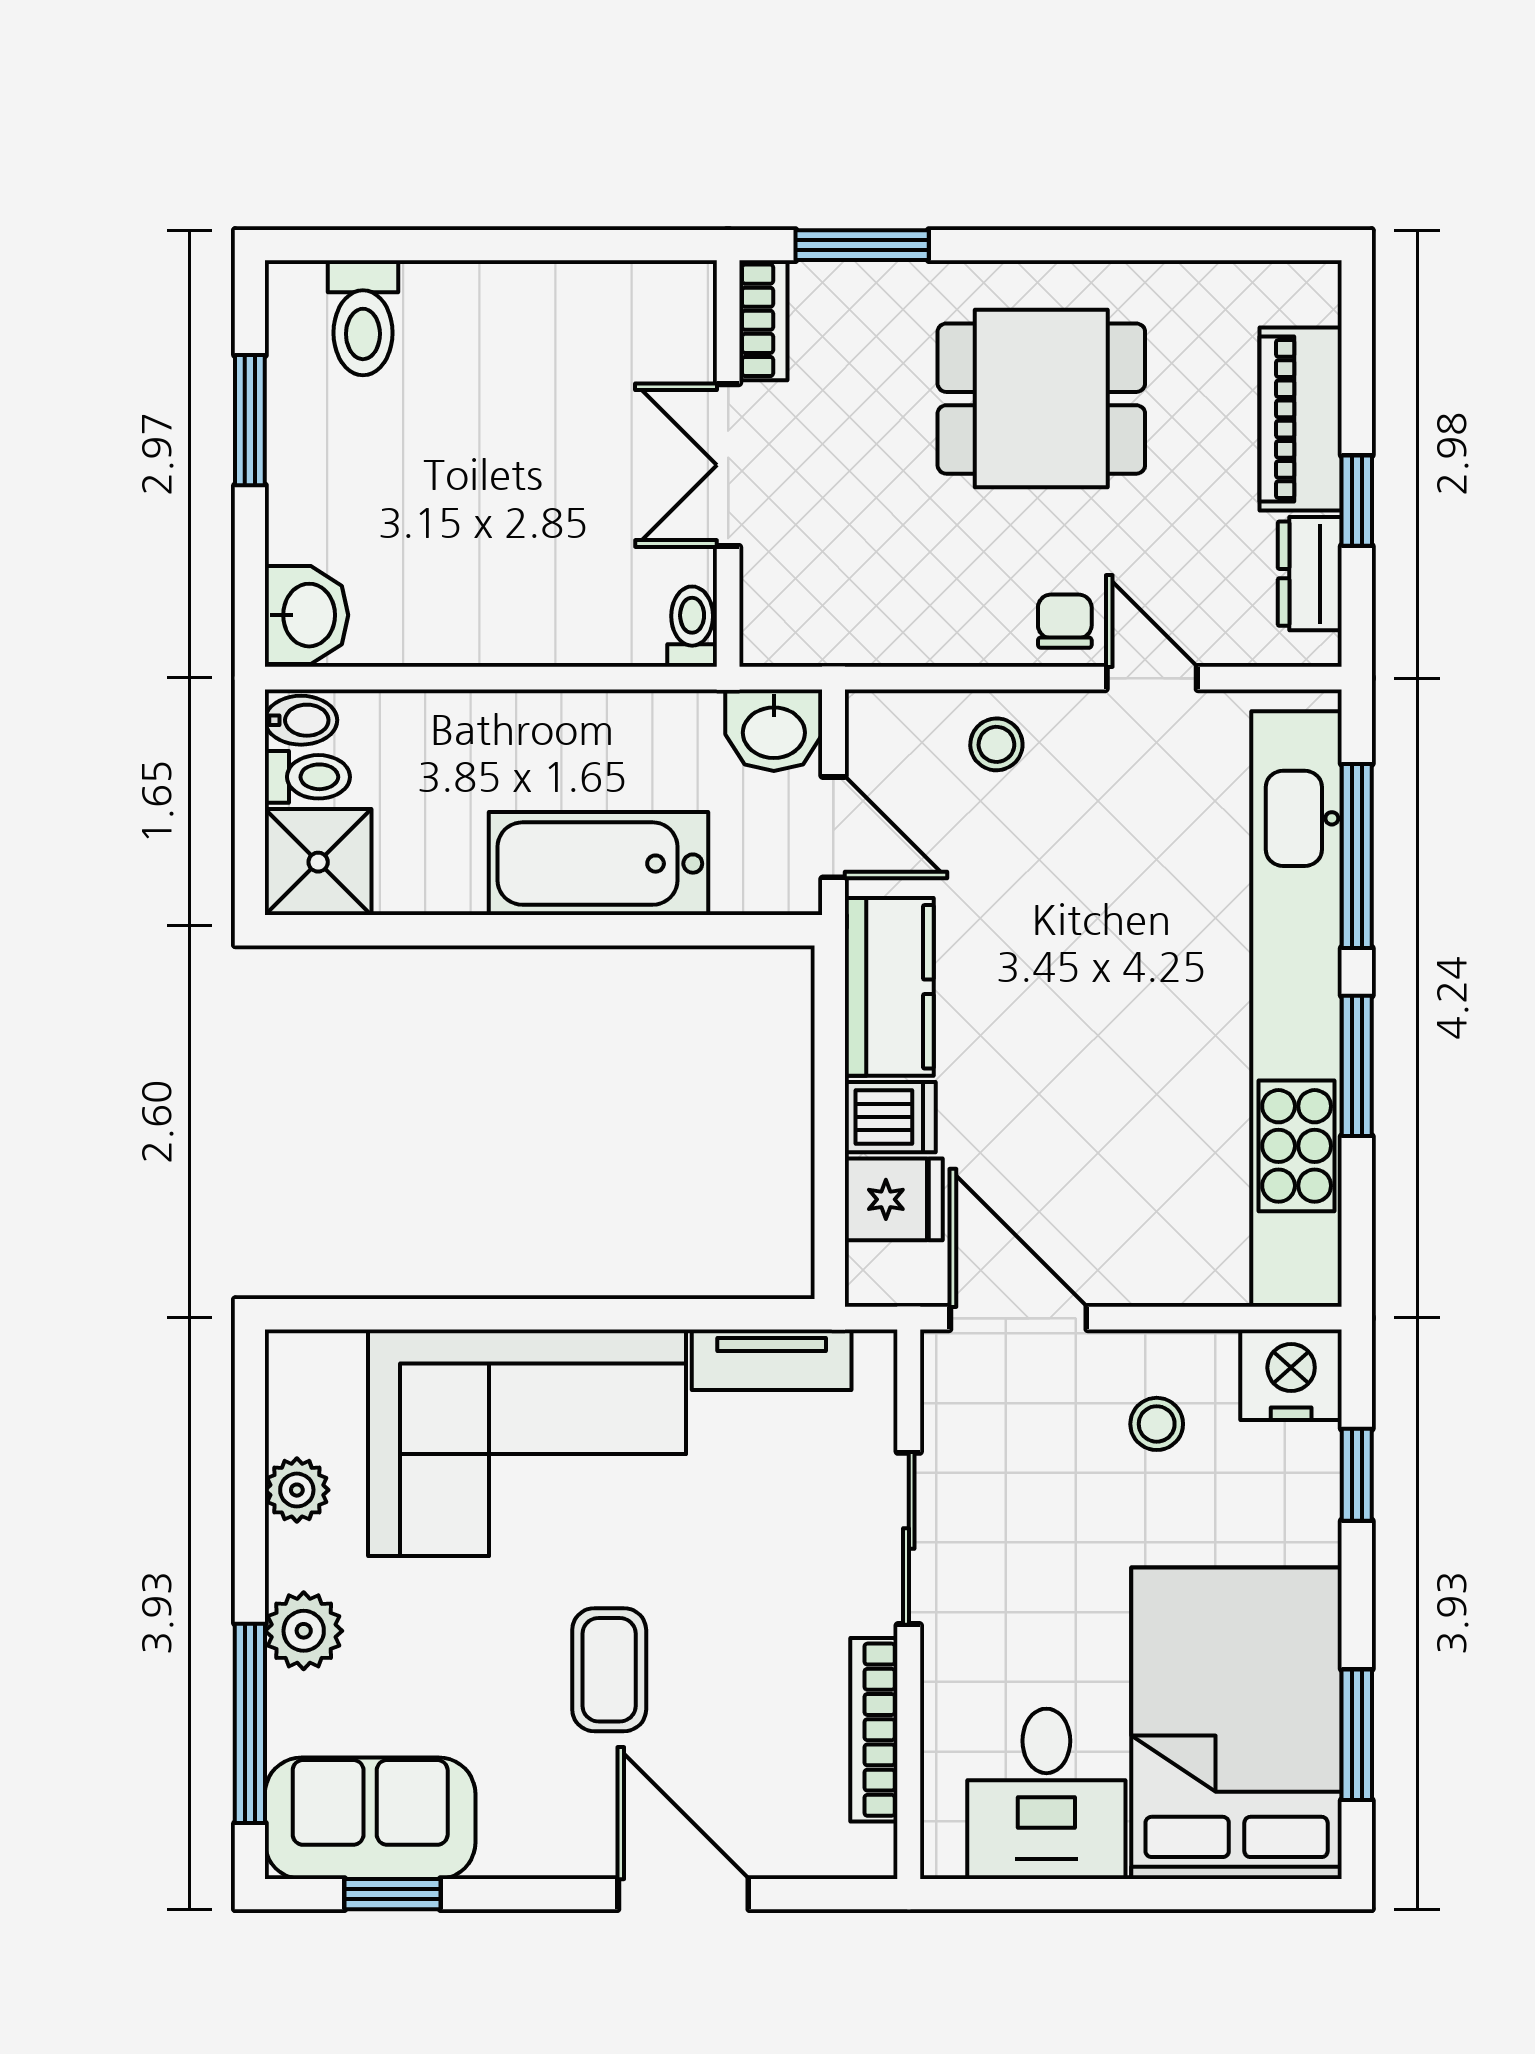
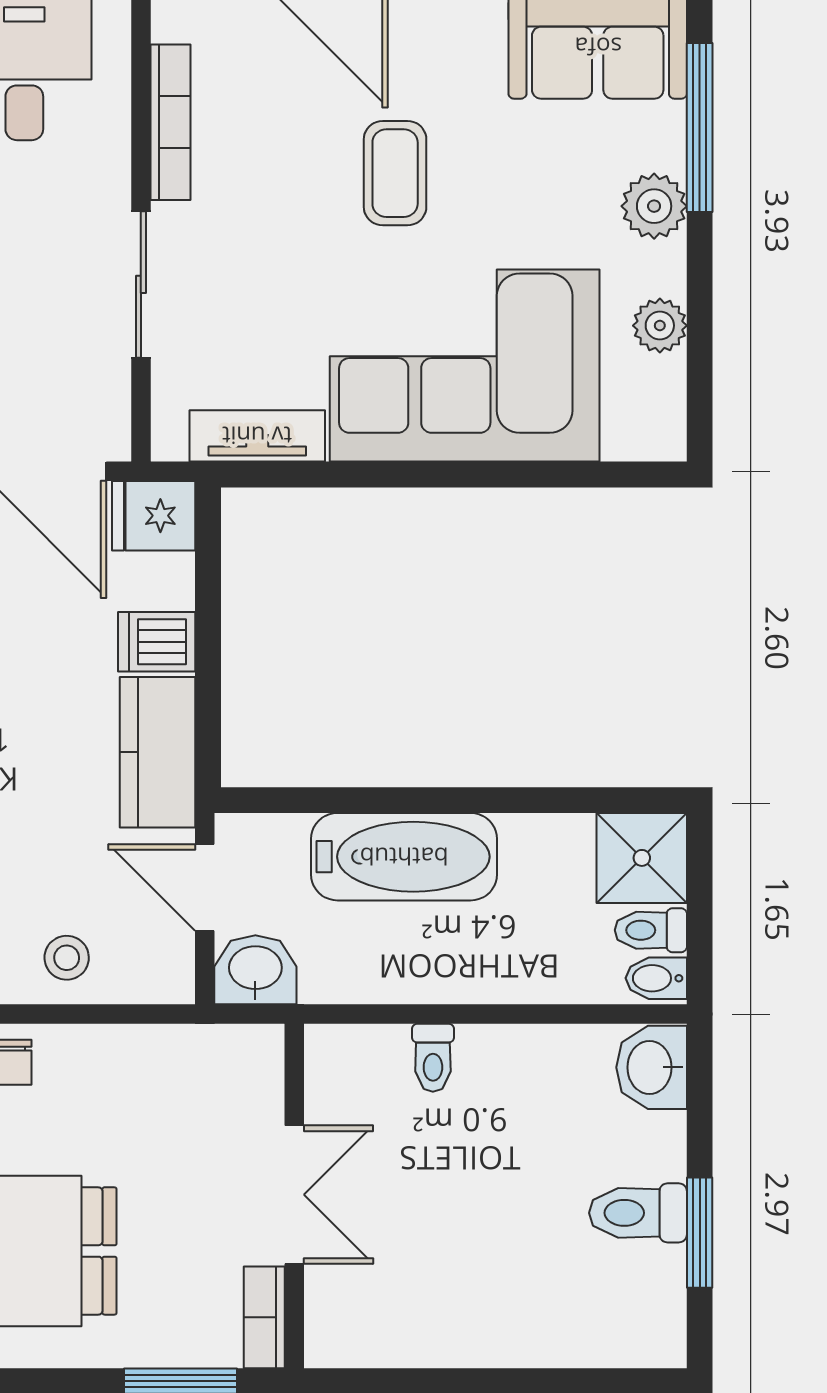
toilet: (363, 318) -> (638, 1213), moved, turned -90
toilet: (692, 627) -> (433, 1058), moved
fridge: (894, 1199) -> (154, 516), moved

